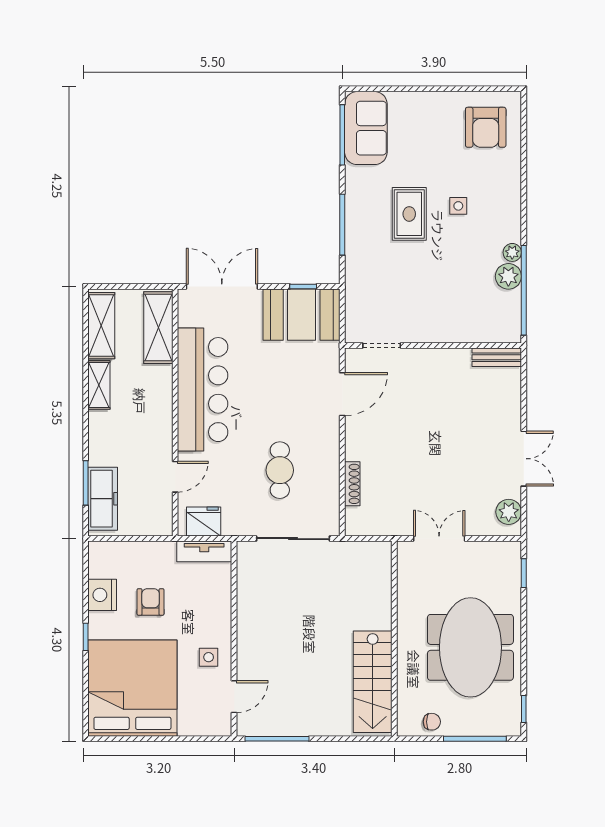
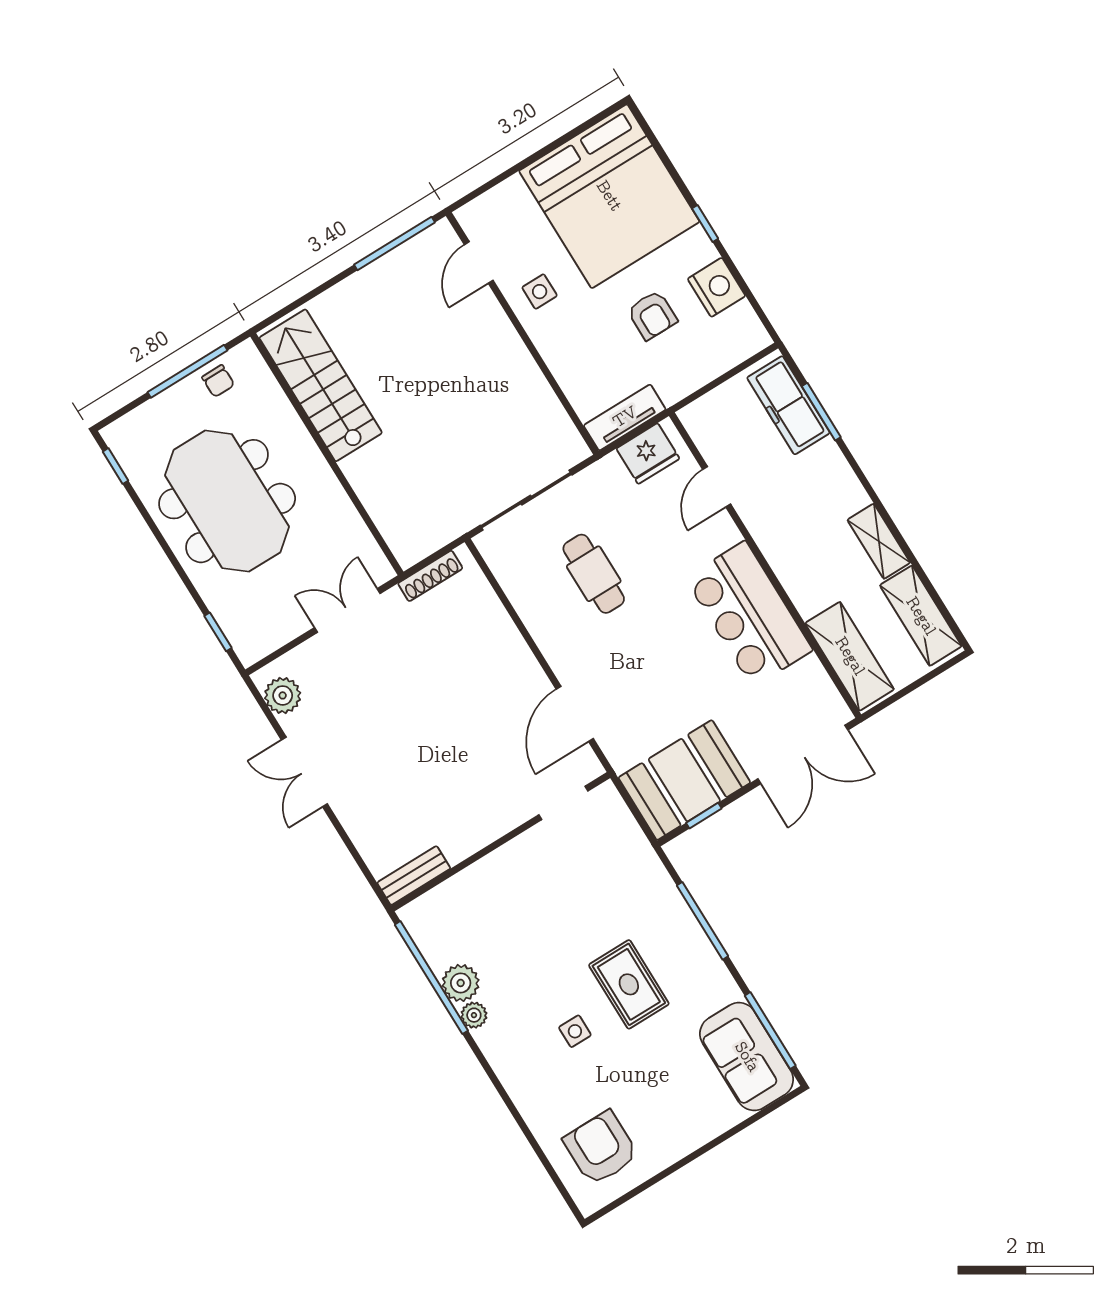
bar counter: (203, 390) -> (749, 614), width x0.73
shoe rack: (352, 484) -> (430, 576), moved, turned -90
double door: (439, 539) -> (347, 610), swing flipped
chair: (432, 722) -> (218, 381), turned -90
window: (475, 739) -> (188, 371), moved

